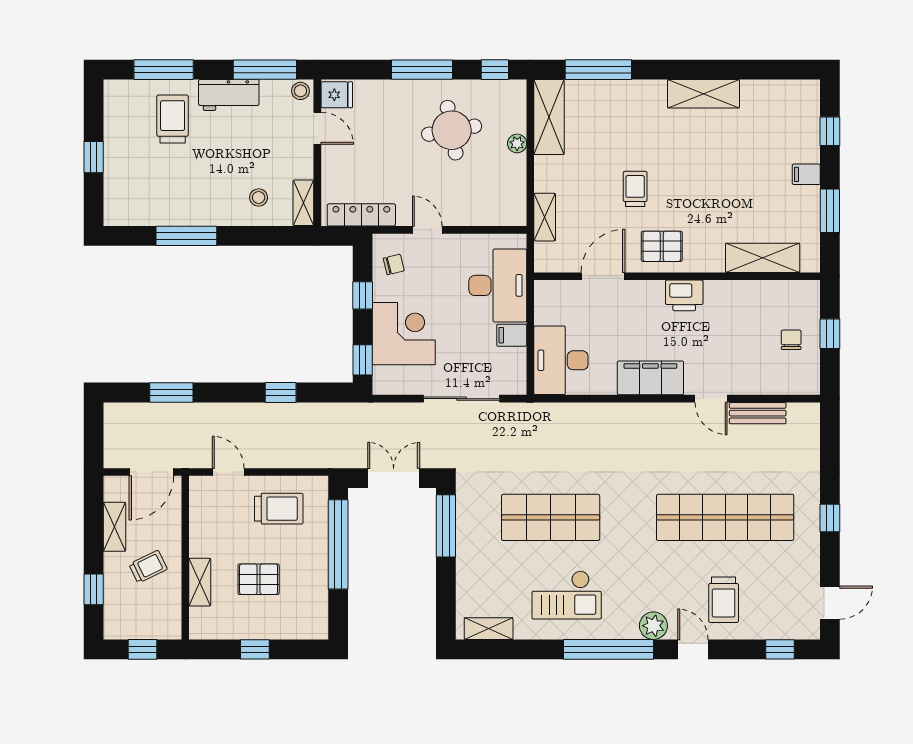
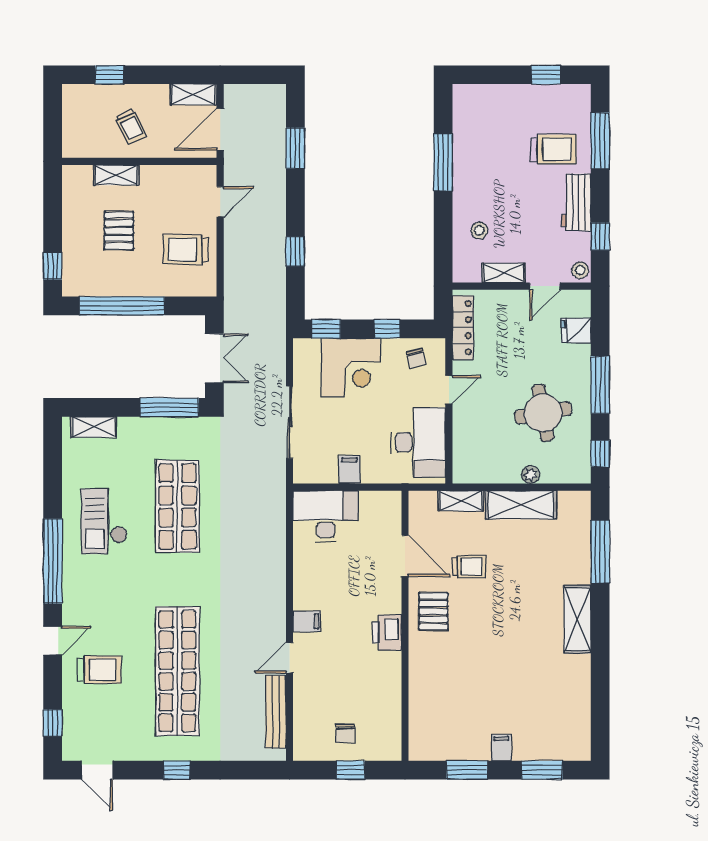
window: (265, 70) -> (600, 237), width x0.46
shelving: (703, 94) -> (577, 619), moved
fridge: (337, 95) -> (576, 330), moved, turned 90
shelving: (549, 117) -> (521, 505), moved
window: (830, 131) -> (542, 770), width x1.50
window: (94, 157) -> (546, 75), moved
trolley: (635, 189) -> (469, 567), moved
shelving: (303, 203) -> (504, 273), moved
shelving: (763, 258) -> (422, 707), removed
desk: (498, 285) -> (418, 442), moved, turned -90
chair: (791, 340) -> (345, 734), turned 90
filing cabinet: (650, 378) -> (307, 621), width x0.33, depth x0.86
bench: (758, 413) -> (276, 712), width x1.36
door: (151, 472) -> (220, 129), hinge flipped
trolley: (279, 509) -> (186, 250), turned 90
shelving: (114, 527) -> (193, 94), moved
window: (338, 544) -> (122, 306), moved
trolley: (724, 600) -> (100, 670), turned 180
plant: (653, 626) -> (75, 603), removed
shelving: (489, 629) -> (94, 427), moved, turned 90
window: (143, 649) -> (53, 121), removed
window: (255, 649) -> (53, 266), moved

